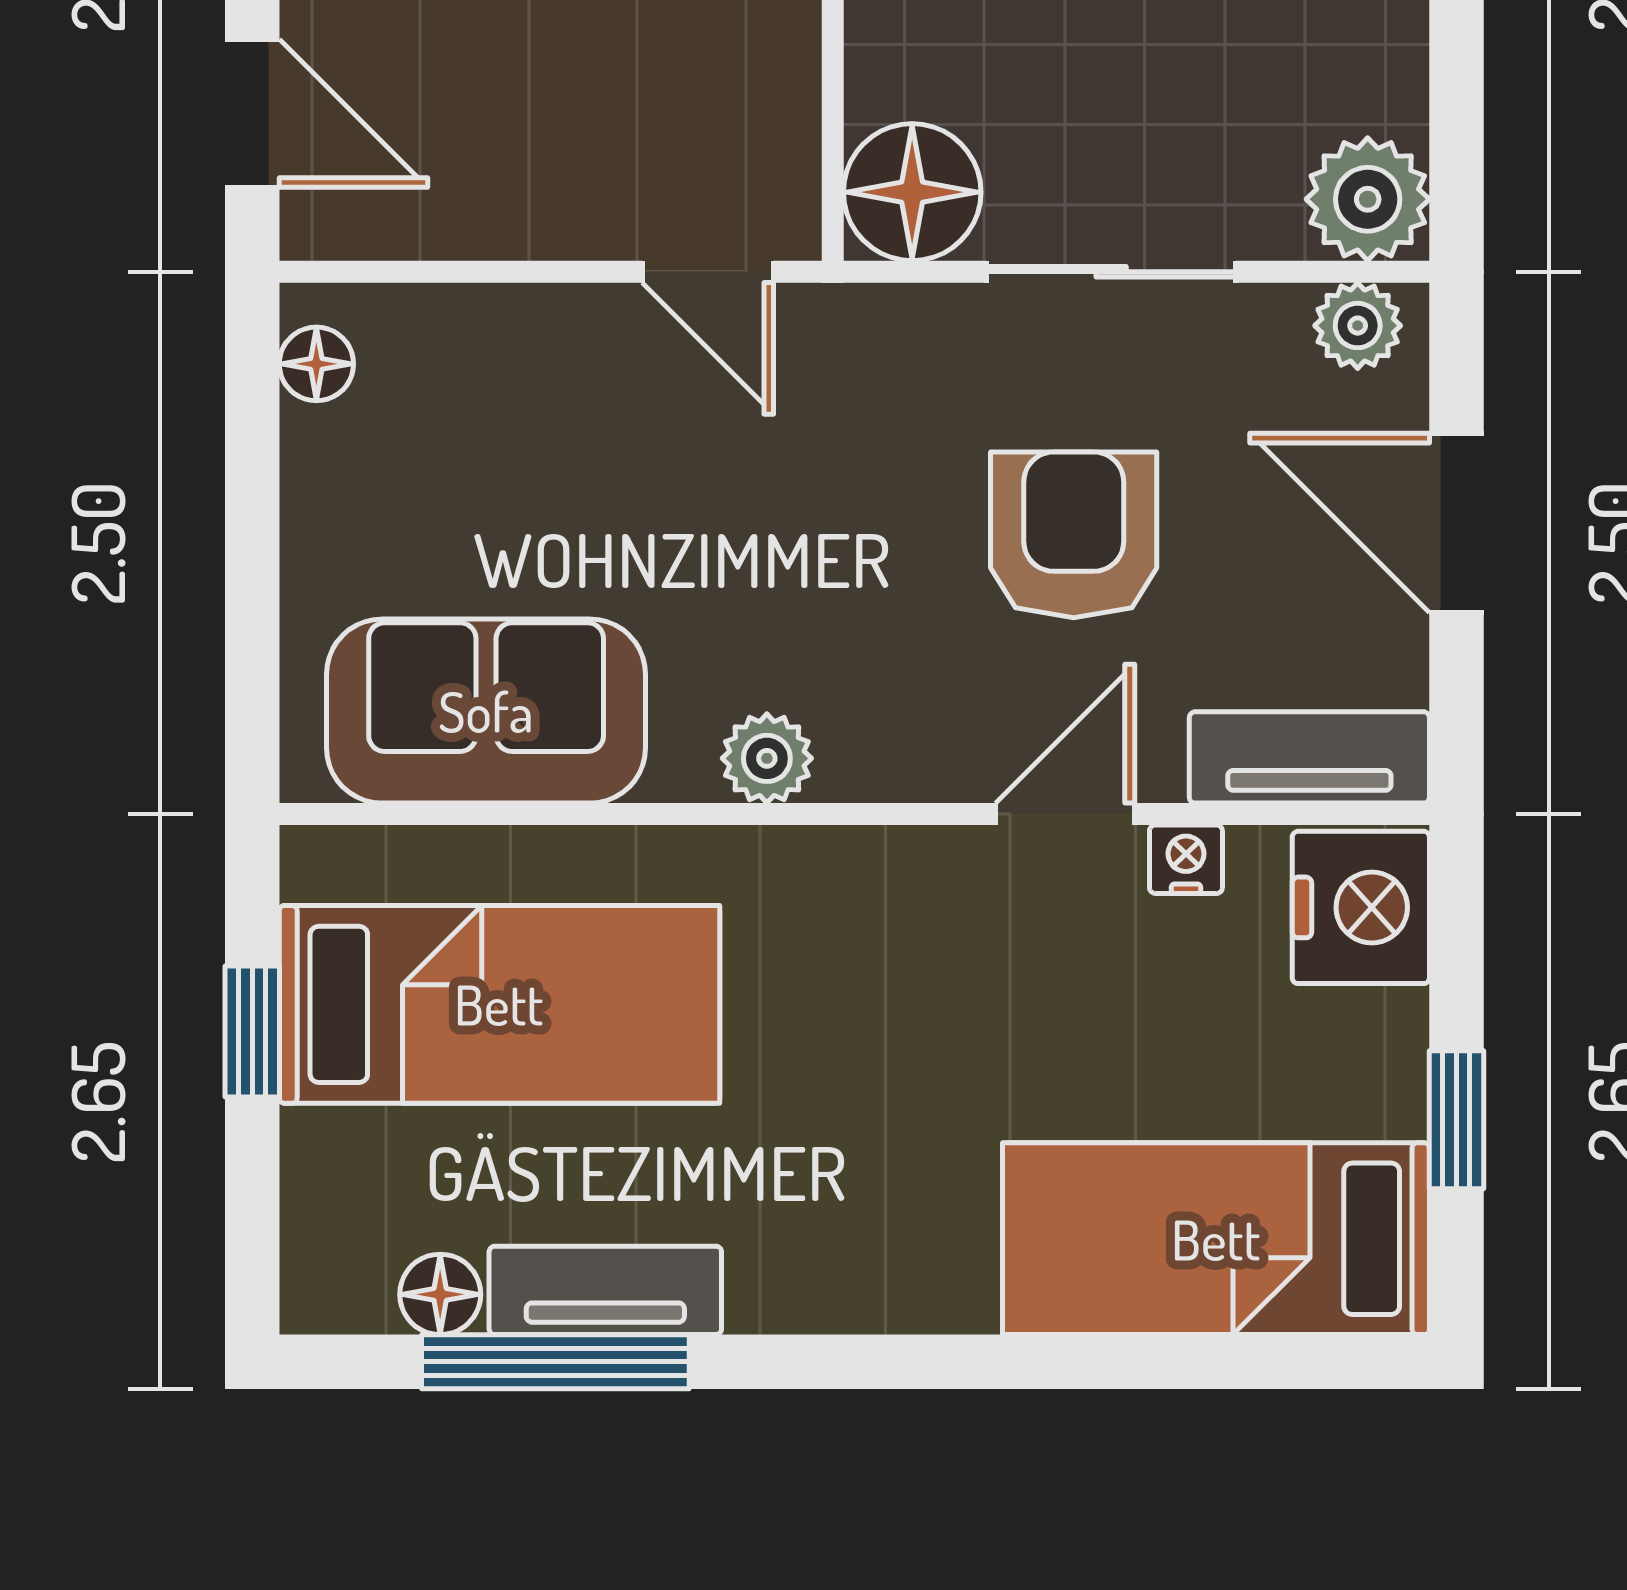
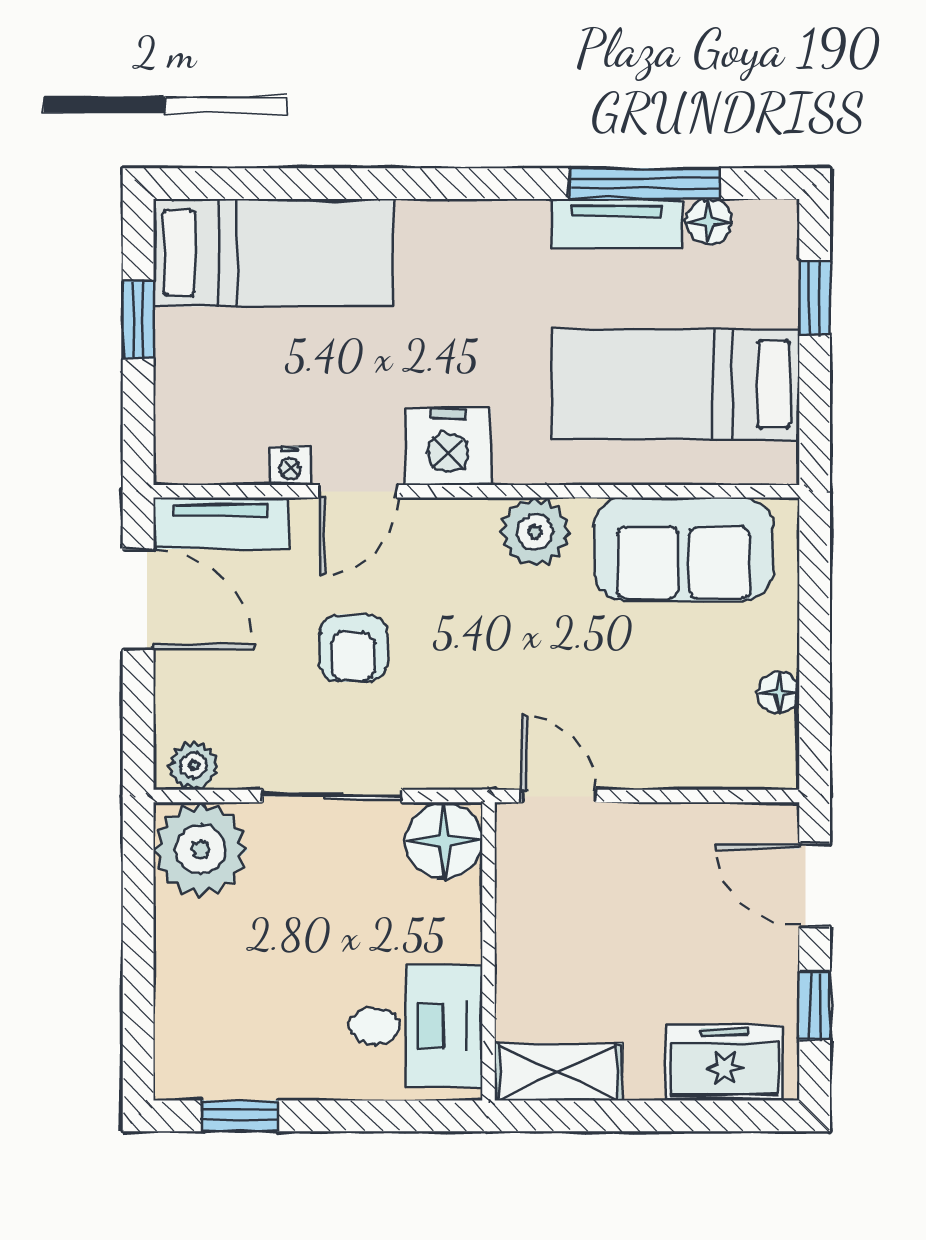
plant: (1368, 199) -> (201, 849), width x1.36, depth x1.36
floor lamp: (316, 364) -> (779, 692), moved
door: (1456, 523) -> (138, 600), moved
armchair: (1074, 535) -> (353, 648), width x0.72, depth x0.72
plant: (767, 758) -> (535, 532), width x1.38, depth x1.38
nightstand: (1361, 907) -> (448, 447), moved, turned -90
window: (252, 1031) -> (815, 298), moved

